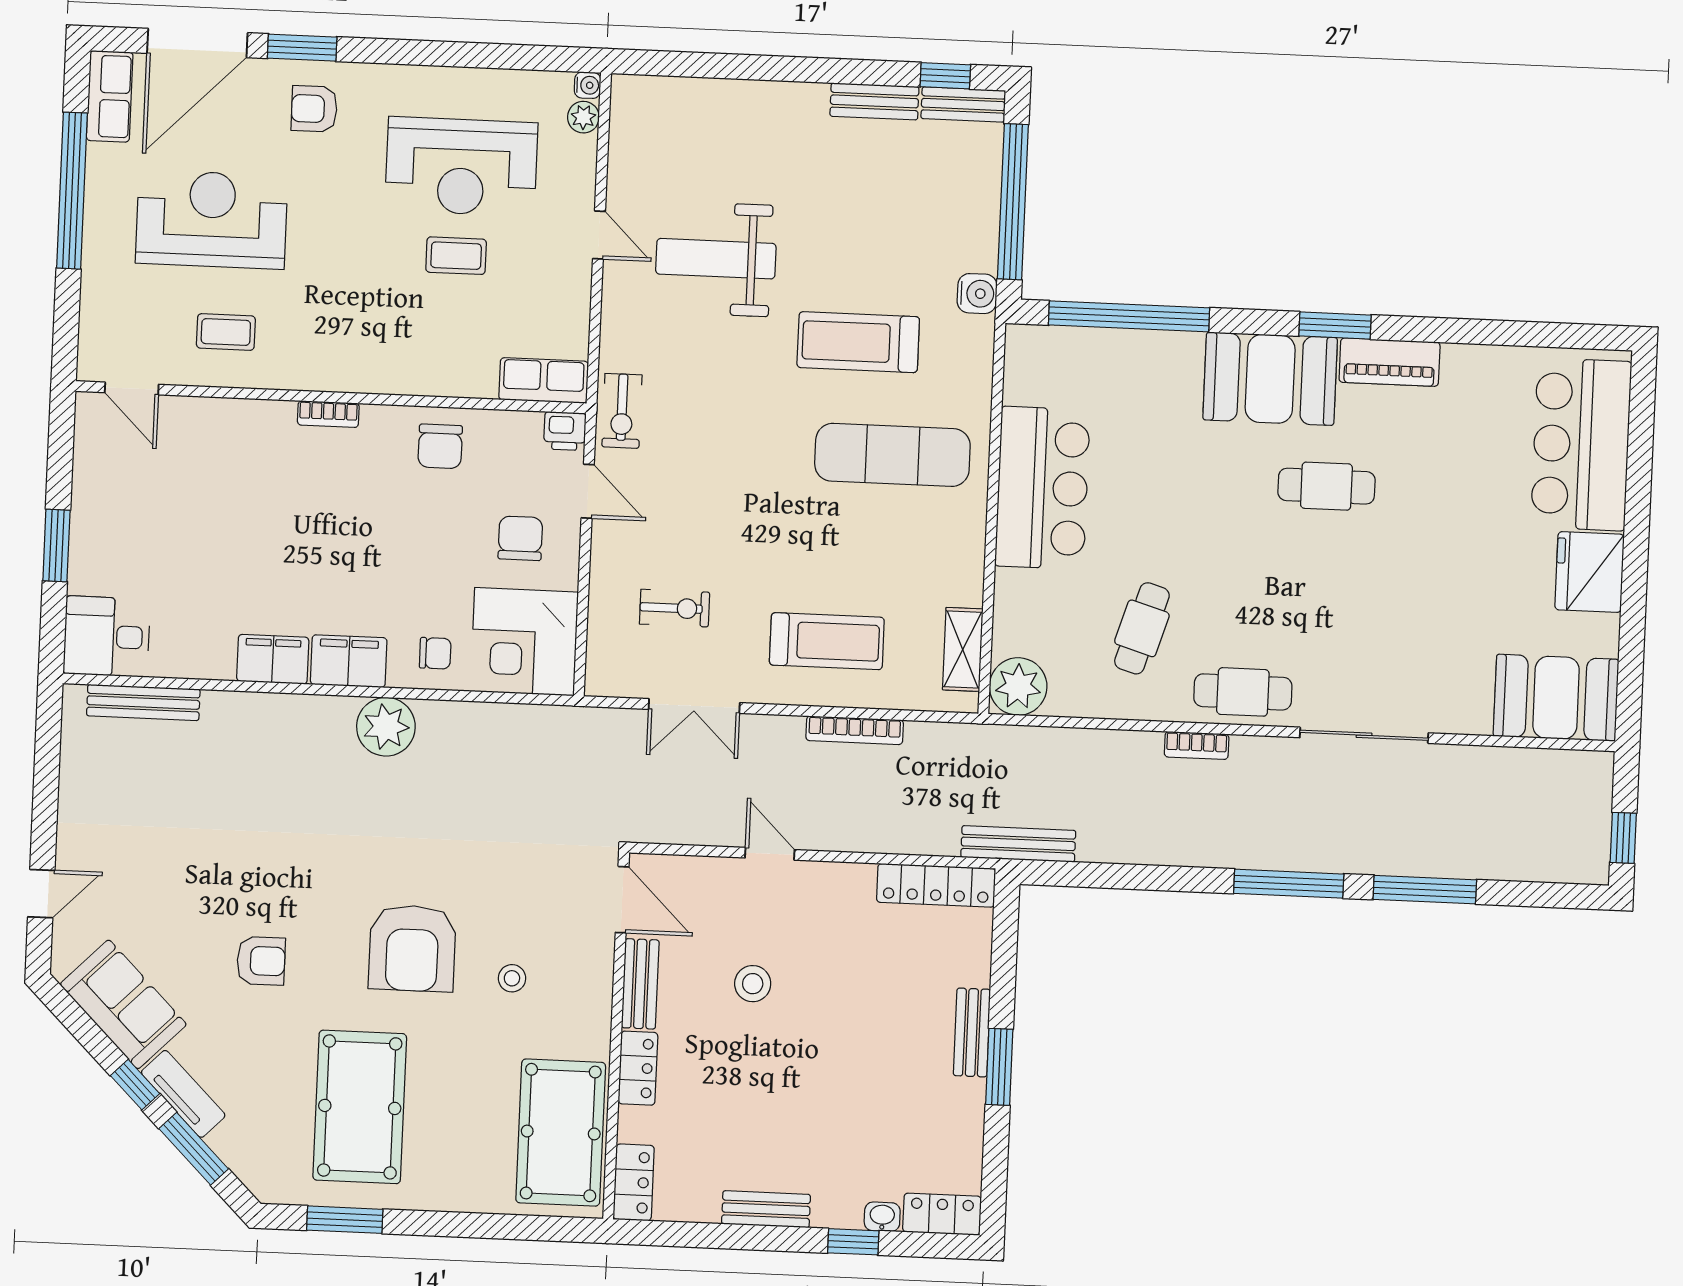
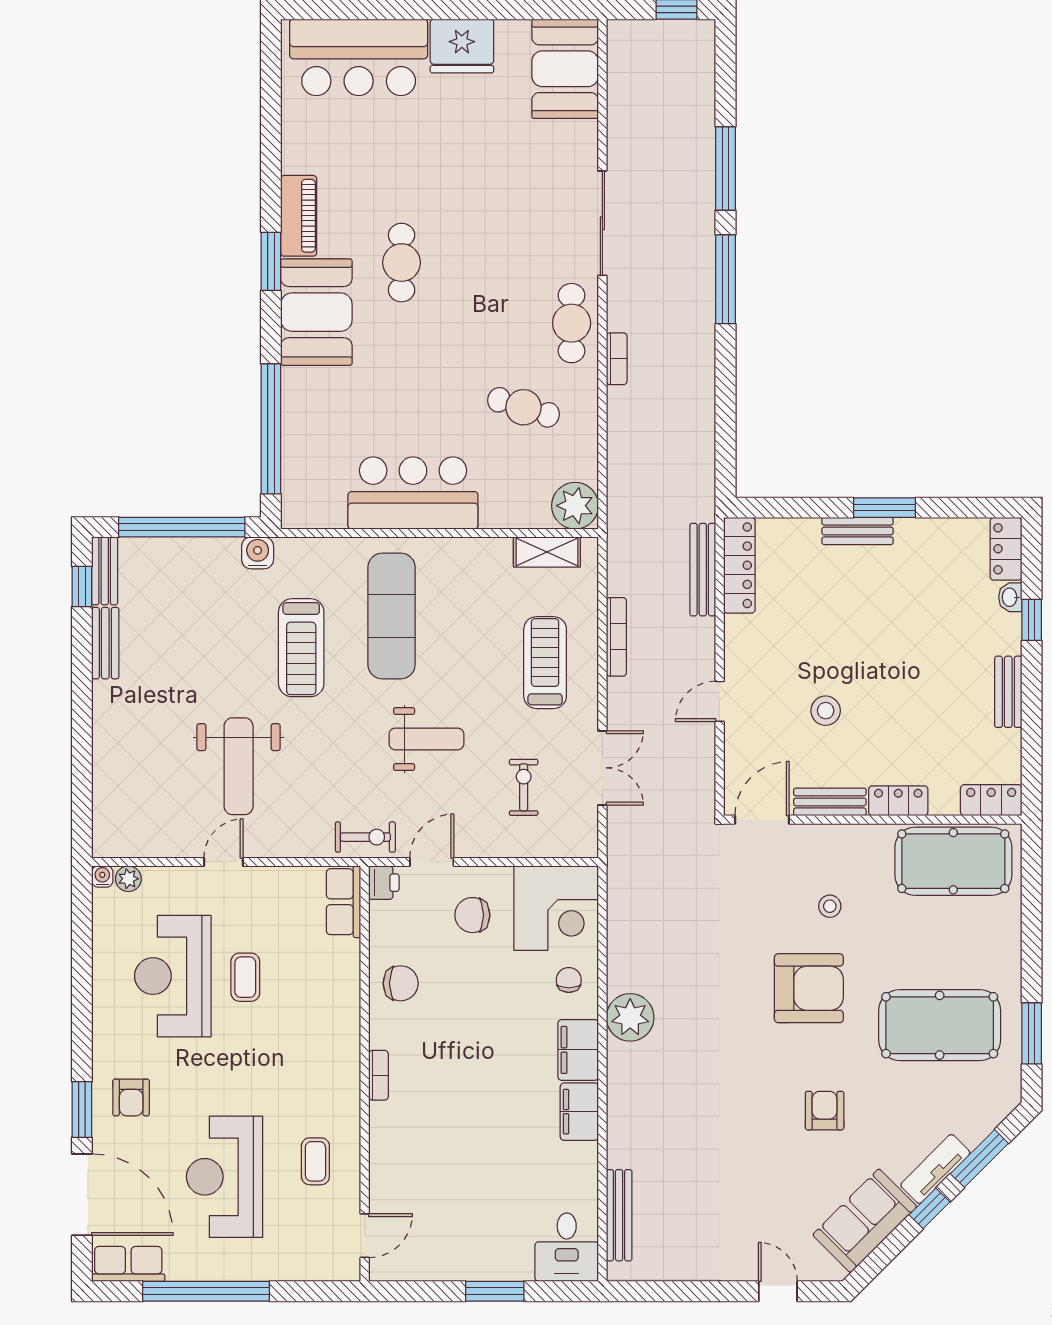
reception desk: (461, 167) -> (173, 976), turned 180
weight bench: (739, 491) -> (426, 739), added
bench: (1018, 844) -> (703, 570), moved

